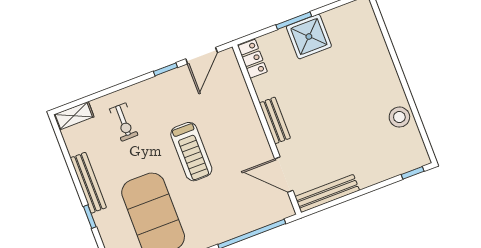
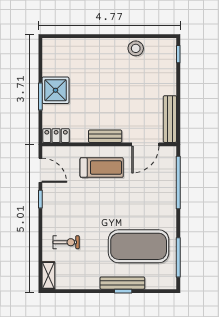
treadmill: (191, 152) -> (102, 167), moved
bench: (88, 183) -> (122, 283), moved

